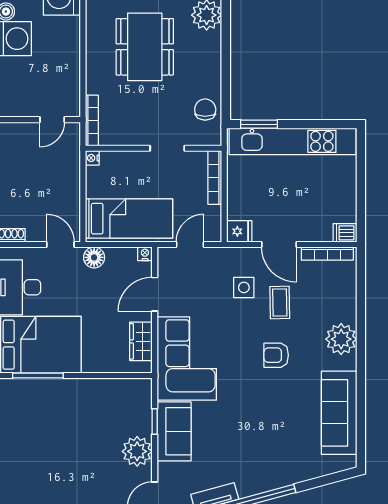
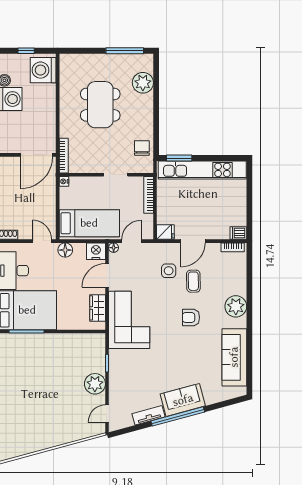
door: (52, 120) -> (36, 155), width x1.87
door: (279, 244) -> (193, 241), hinge flipped
nightstand: (145, 254) -> (96, 251), width x1.89, depth x1.79
floor lamp: (164, 254) -> (114, 248), added
bookcase: (327, 254) -> (233, 247), width x0.64
sofa: (174, 431) -> (183, 400), moved, turned -105

